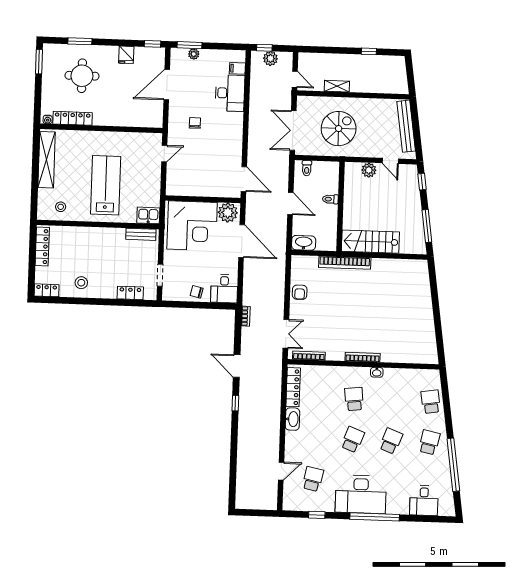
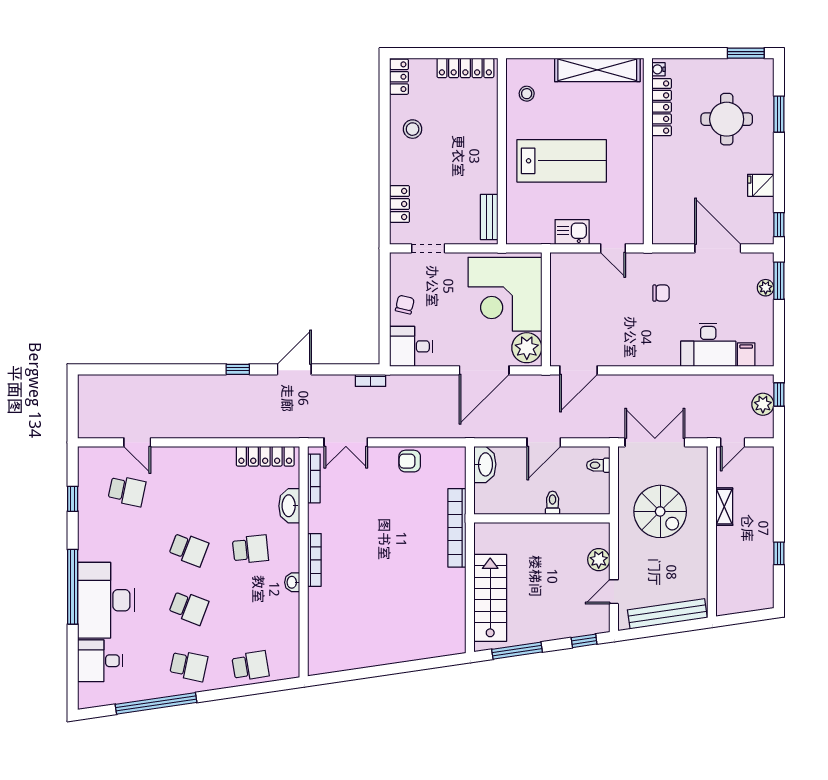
kitchen sink: (148, 215) -> (572, 232), moved, turned -90
stairs: (370, 242) -> (490, 598), moved
washbasin: (292, 419) -> (289, 506), moved, turned 90
desk: (361, 494) -> (106, 600), moved

